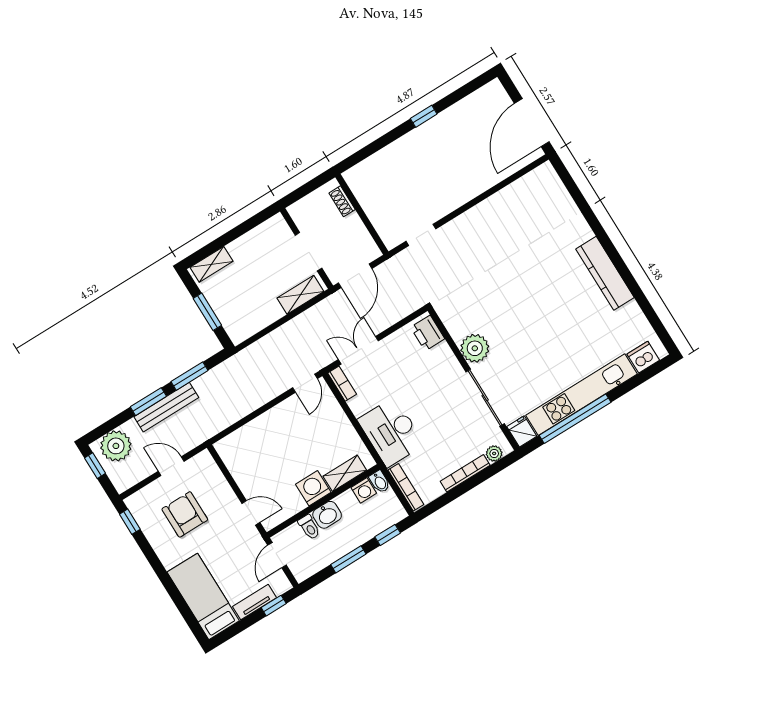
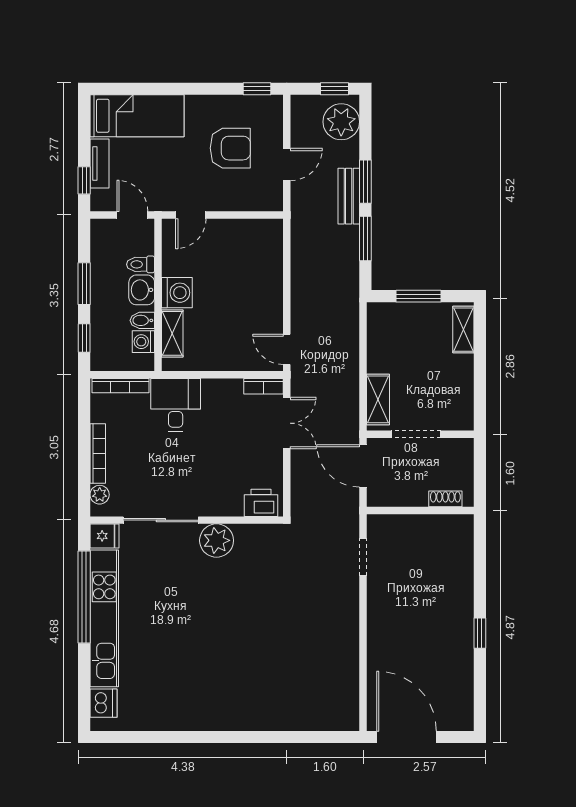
kitchen counter: (605, 273) -> (211, 717), removed
bench: (166, 407) -> (349, 196), width x0.73
desk: (391, 432) -> (176, 405), width x0.73
bidet: (380, 482) -> (142, 320), moved

